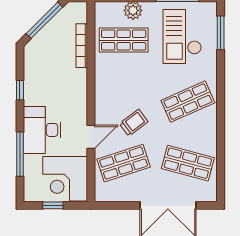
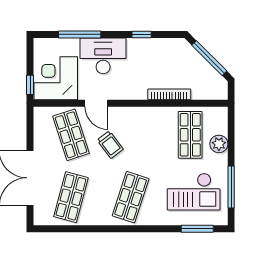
checkout: (182, 37) -> (194, 192), turned 180
bookcase: (82, 46) -> (169, 94), moved
shop shelf: (188, 102) -> (131, 197), turned 42
window: (53, 205) -> (30, 85), moved

